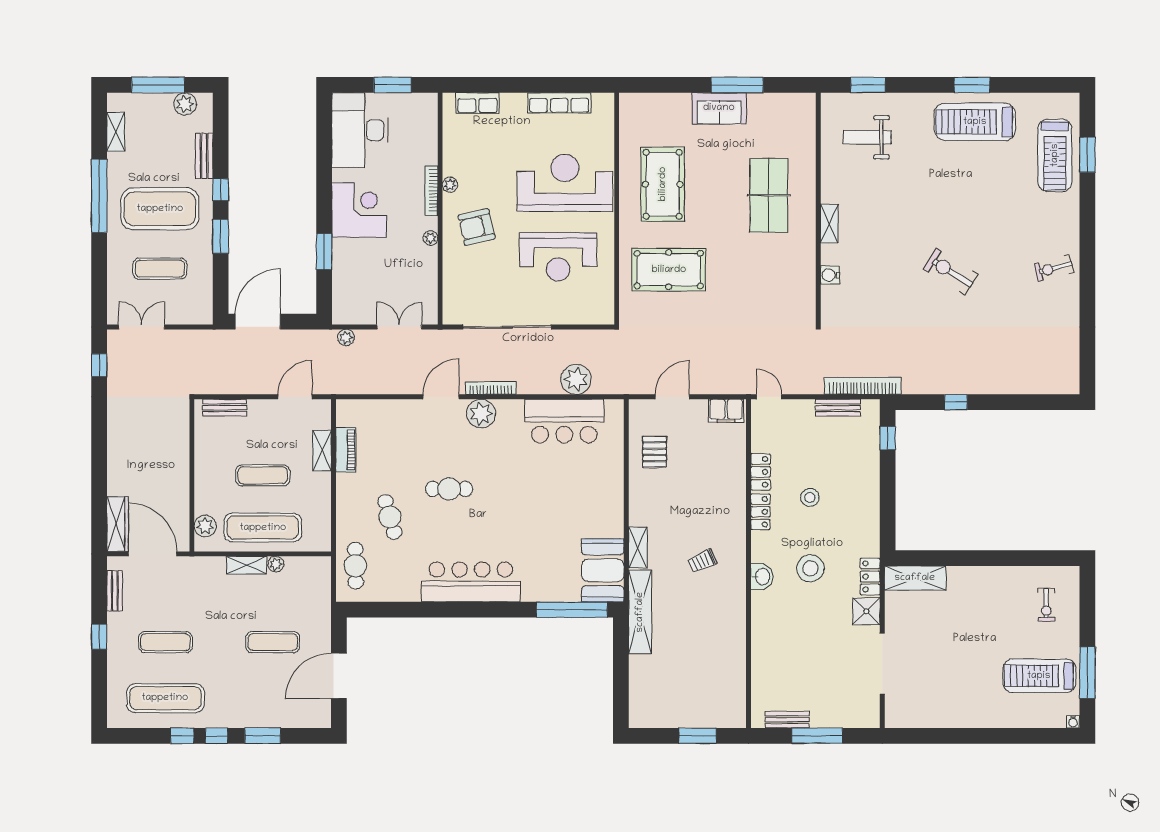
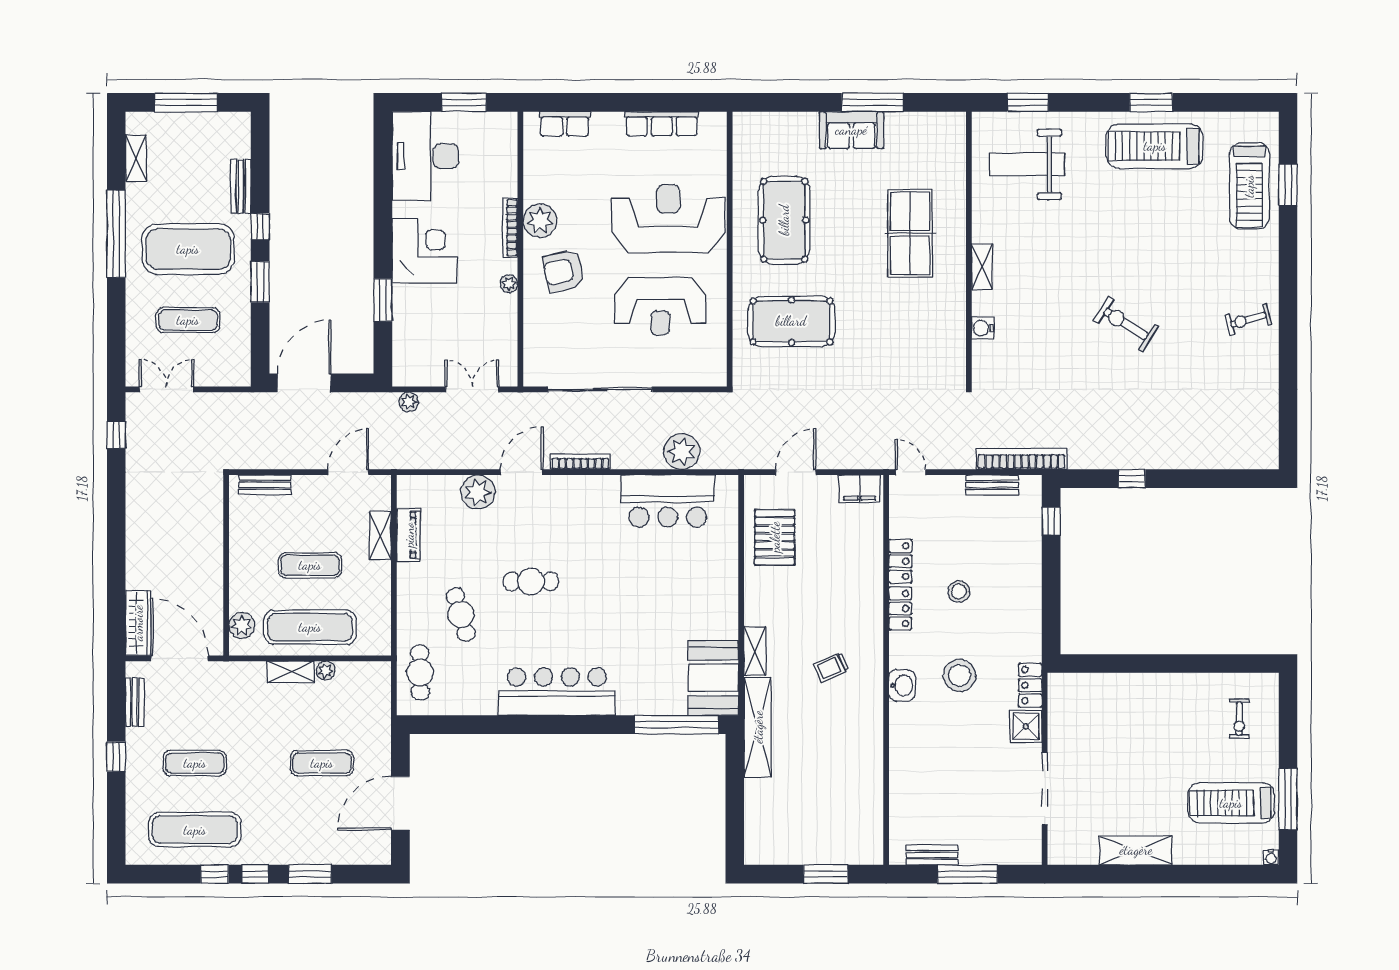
plant: (185, 104) -> (218, 125), removed
weight bench: (867, 137) -> (1027, 164), width x1.36, depth x1.33
plant: (450, 185) -> (540, 221), width x1.88, depth x1.88
plant: (481, 414) -> (478, 492), moved
pallet: (655, 452) -> (775, 537), width x1.50, depth x1.42
shelving: (915, 578) -> (1136, 850), moved

